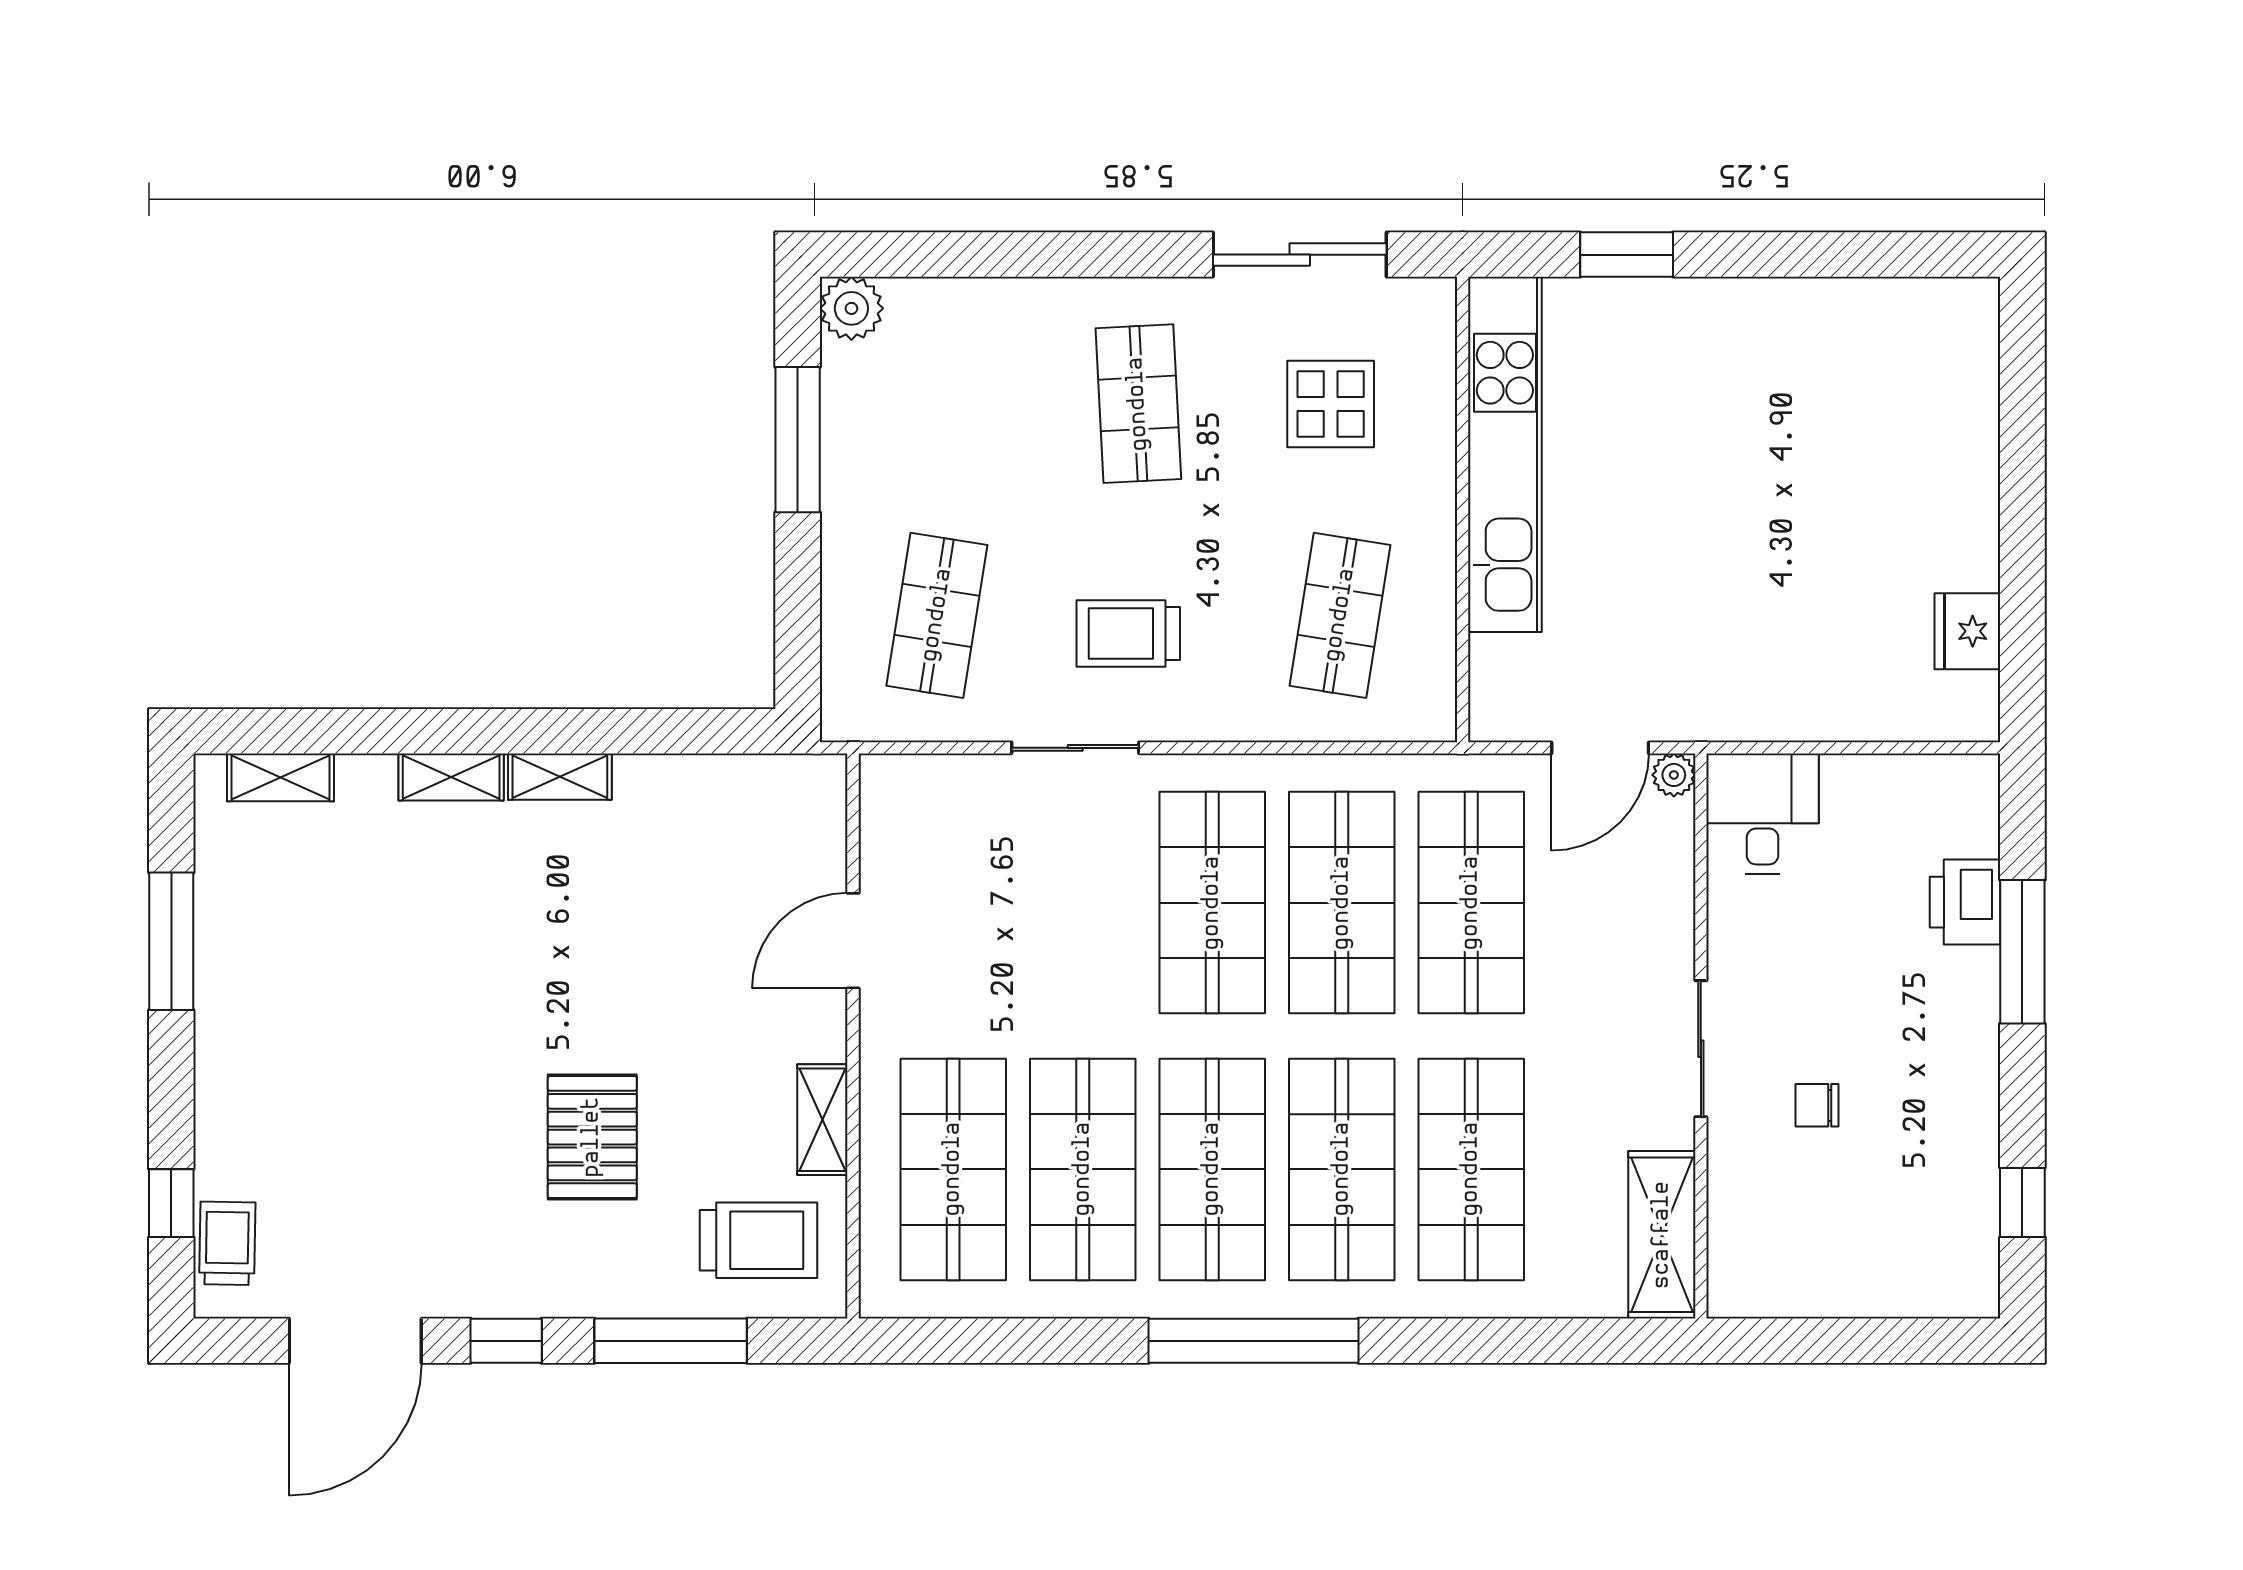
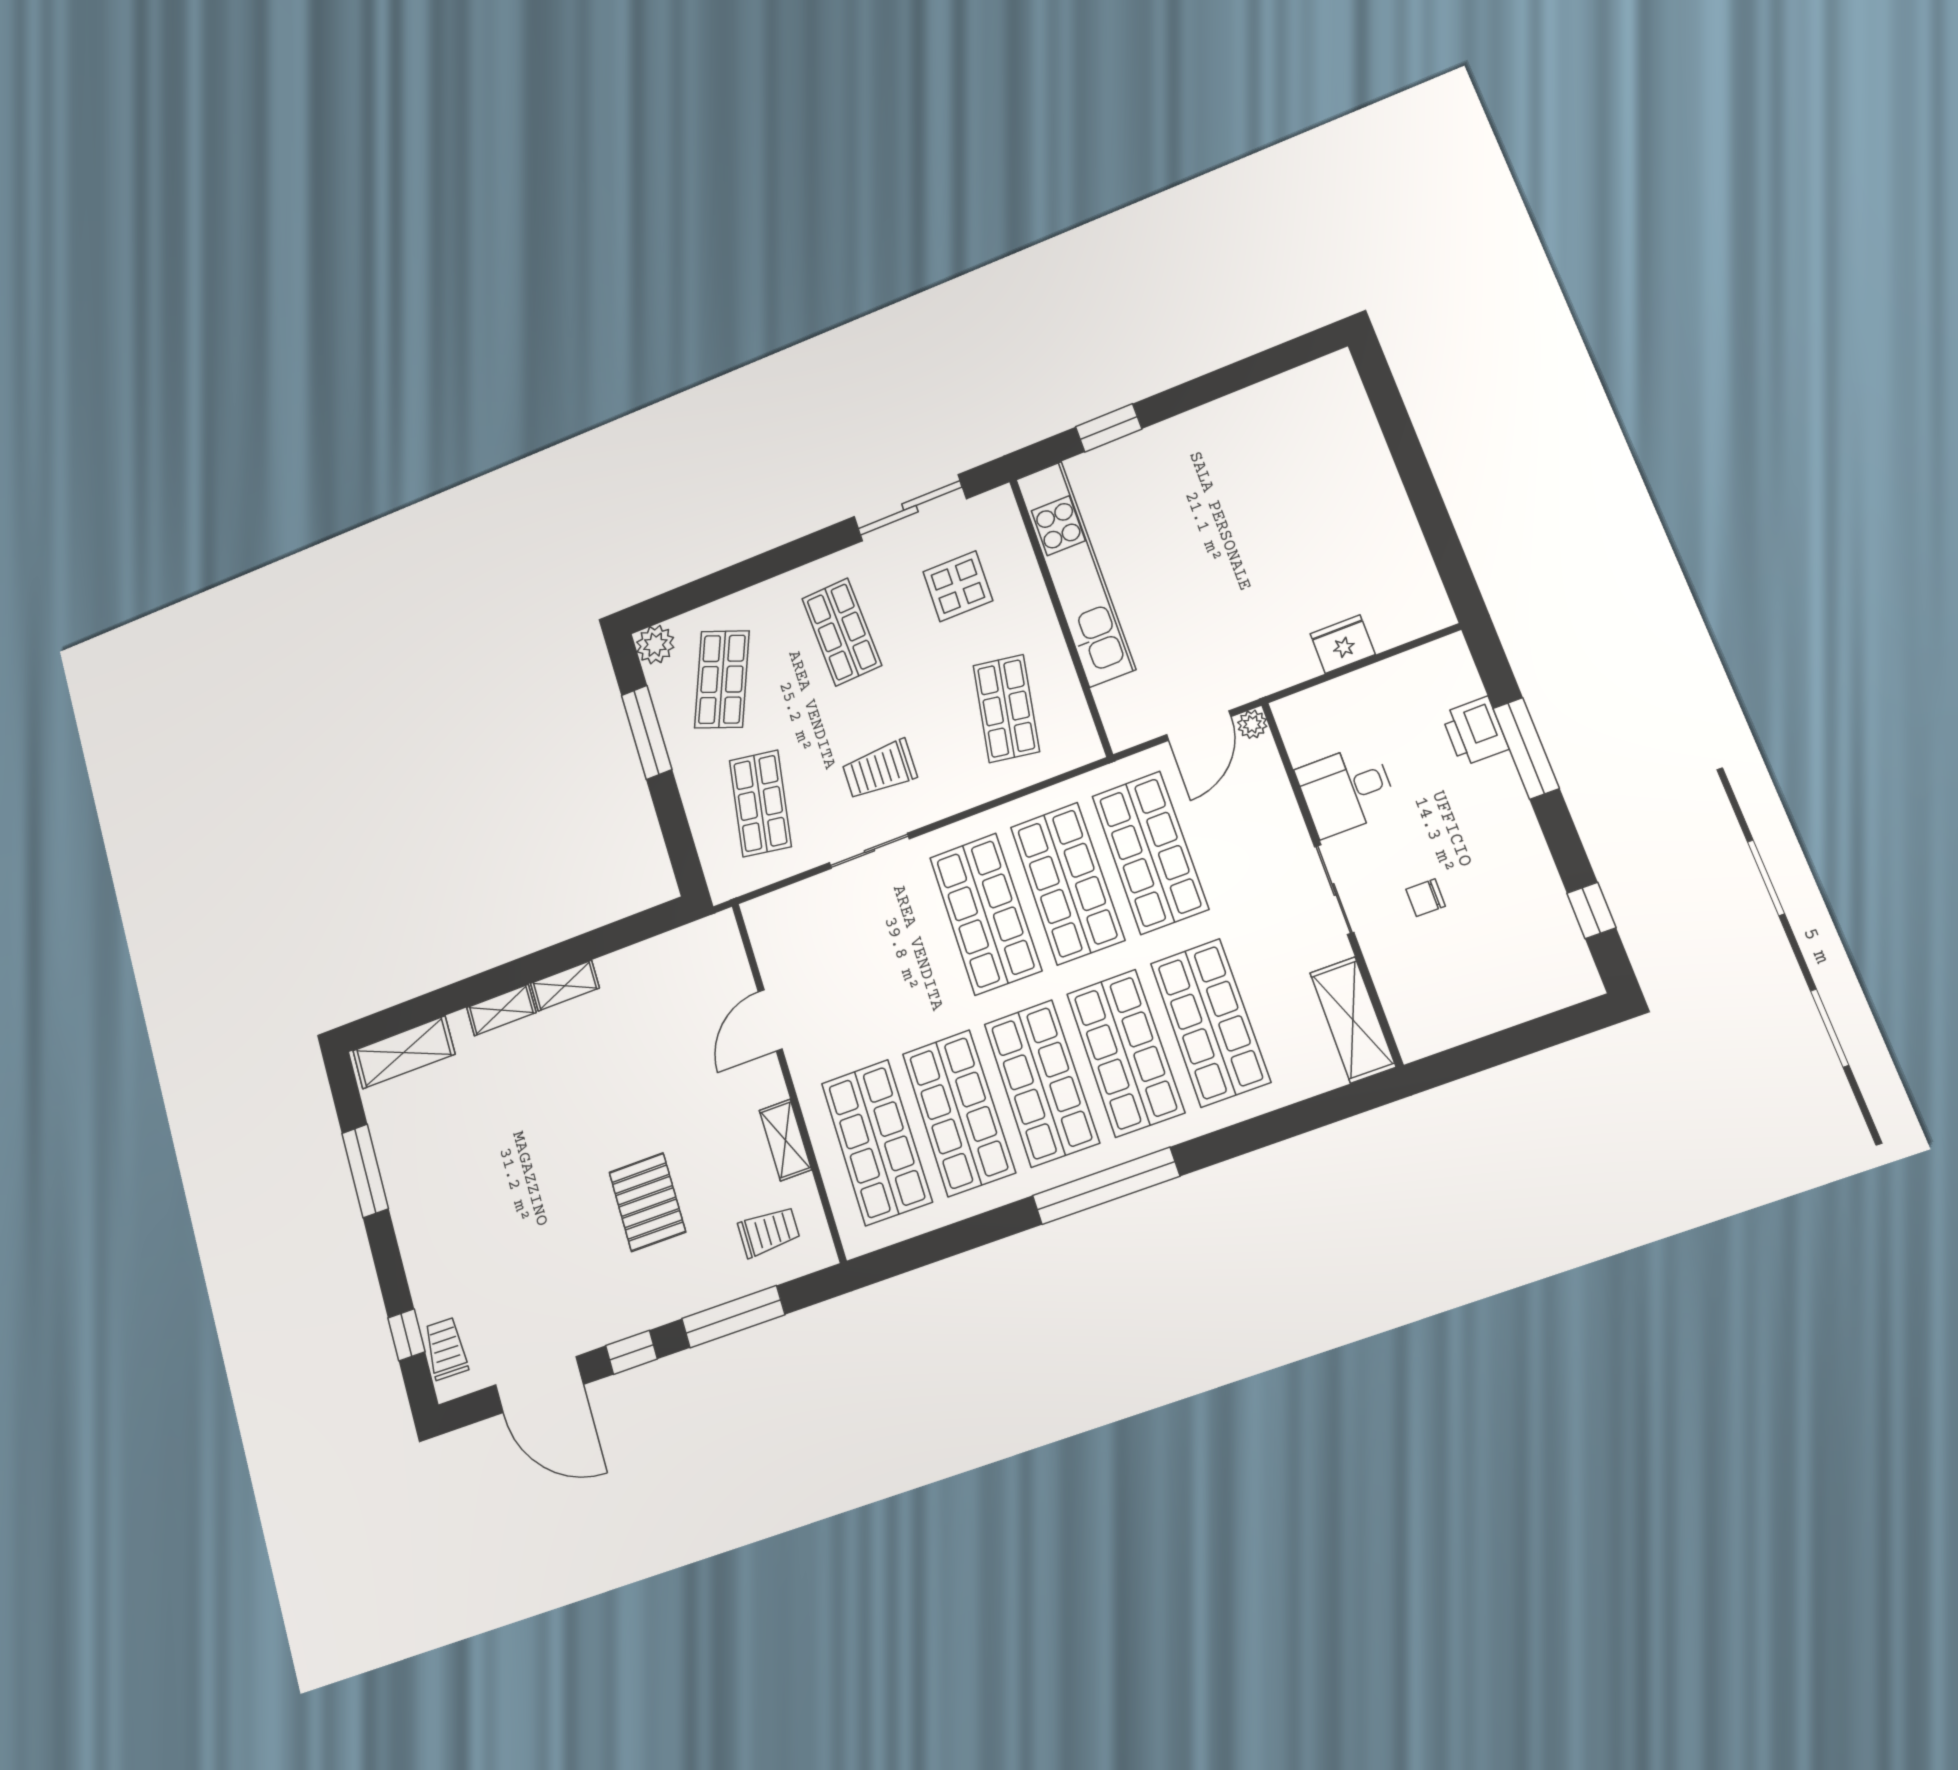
shop shelf: (937, 404) -> (722, 679), added
fridge: (1967, 631) -> (1343, 644), moved, turned 90
shelving: (281, 777) -> (404, 1052), width x1.50, depth x1.33
desk: (1763, 814) -> (1347, 790), moved, turned -90
trolley: (758, 1240) -> (769, 1232), width x0.73, depth x0.72
door: (355, 1341) -> (539, 1385), hinge flipped

